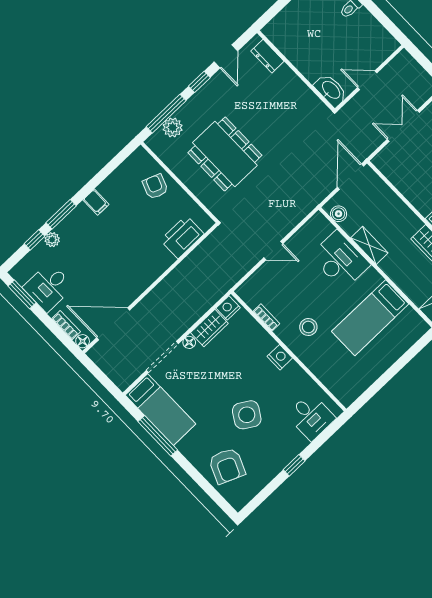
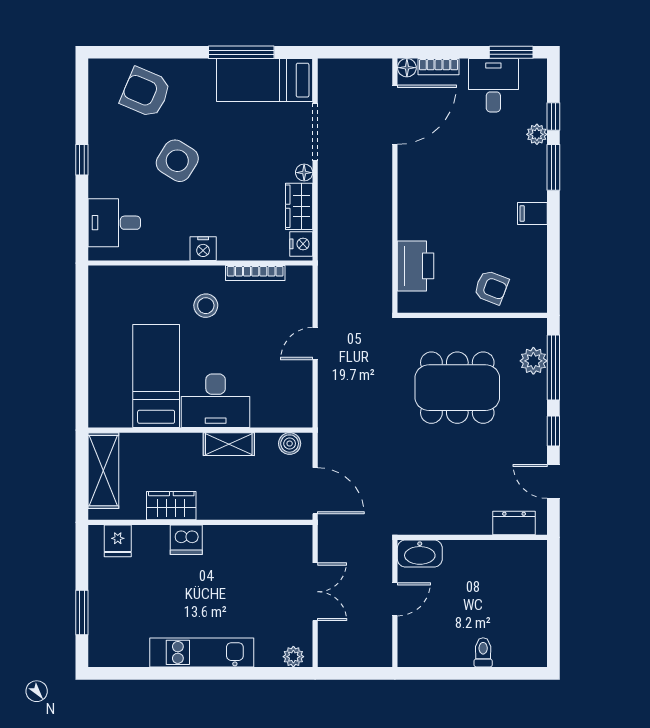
desk: (340, 260) -> (216, 401), moved
bookcase: (266, 317) -> (255, 273), width x1.56

